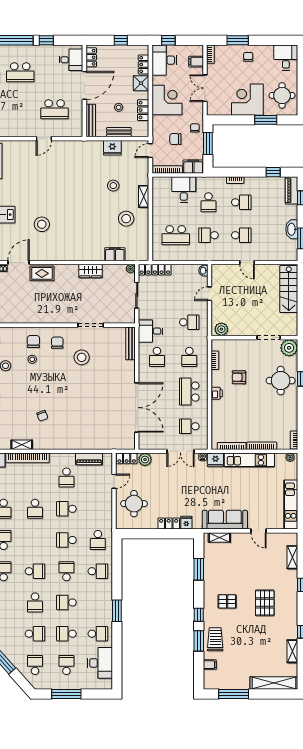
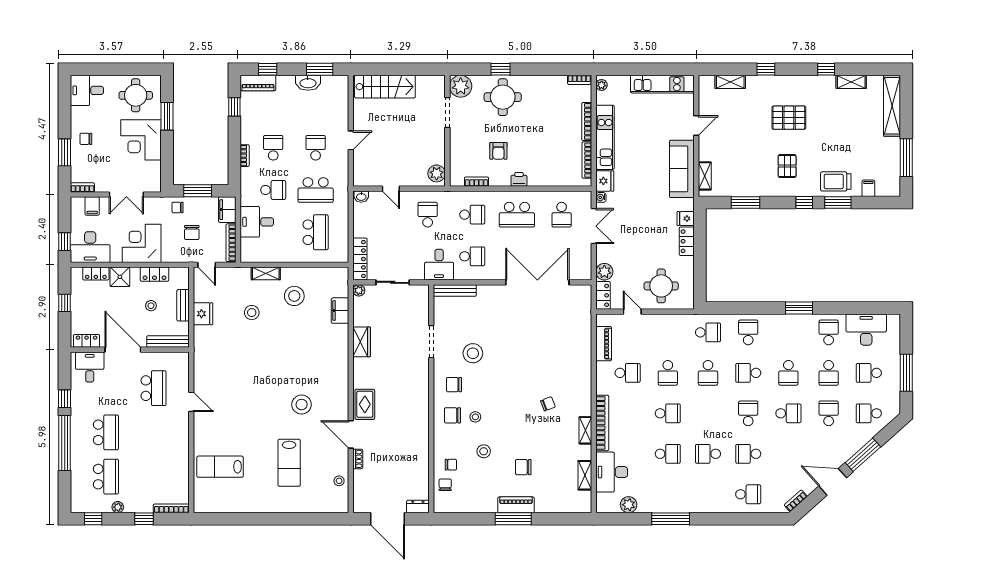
school desk: (208, 235) -> (316, 190), width x1.85

